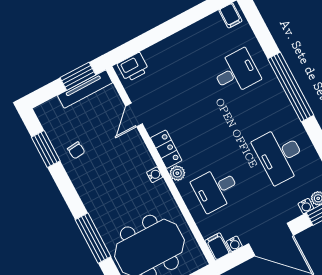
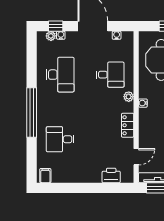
printer: (133, 67) -> (111, 175), moved
door: (134, 115) -> (136, 157), moved
locker: (166, 149) -> (128, 125), moved
filing cabinet: (218, 247) -> (128, 39), removed

